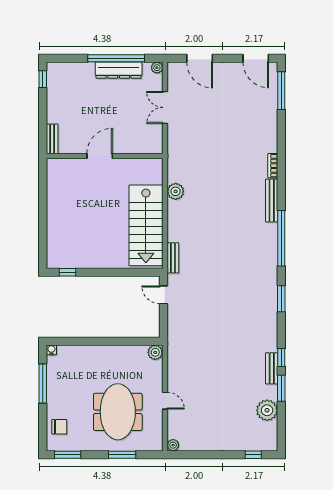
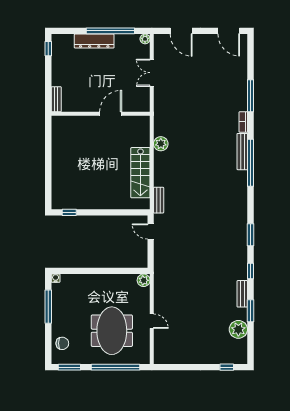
dresser: (119, 70) -> (94, 41), moved
window: (281, 91) -> (250, 96), moved
door: (100, 156) -> (111, 114), moved
stairs: (146, 225) -> (140, 173), width x0.73, depth x0.66
window: (281, 238) -> (250, 163), moved
window: (281, 357) -> (250, 271), moved
plant: (173, 445) -> (159, 359), removed
window: (122, 455) -> (115, 367), width x2.11

